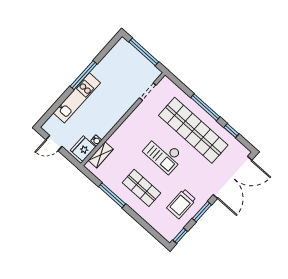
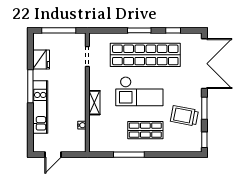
window: (205, 107) -> (139, 30), width x0.69
fridge: (83, 149) -> (41, 60), moved, turned 180
checkout: (164, 154) -> (139, 91), width x1.36, depth x1.21
shelving: (101, 155) -> (94, 103), moved
trolley: (181, 204) -> (184, 116), turned 101

